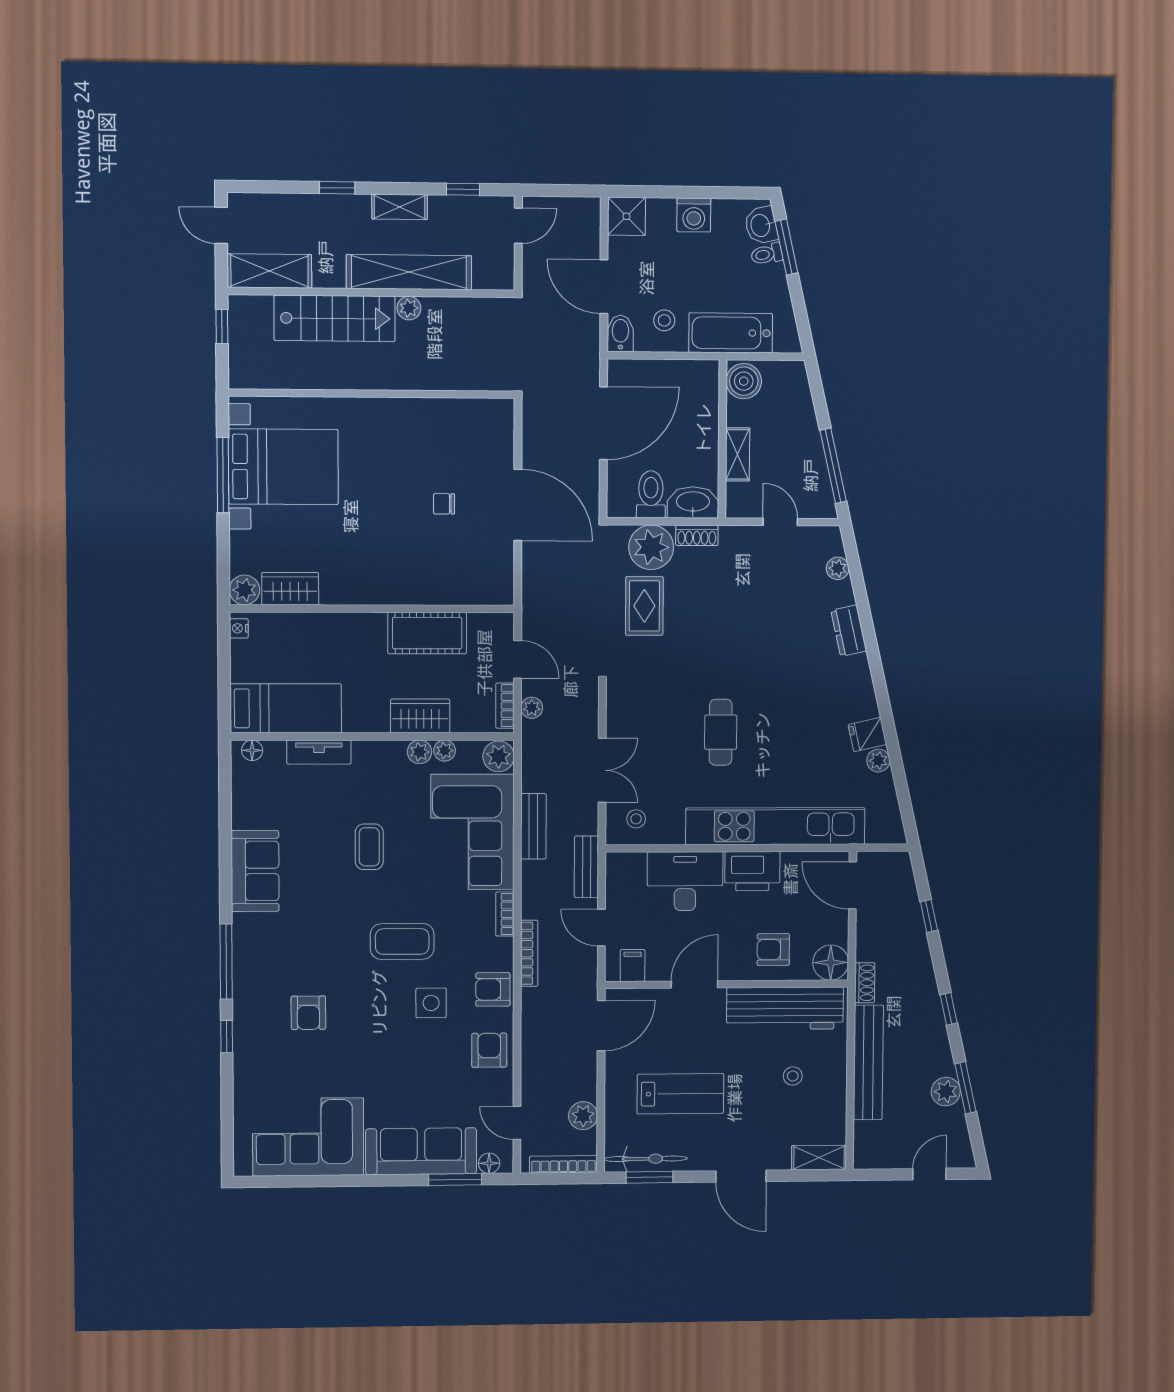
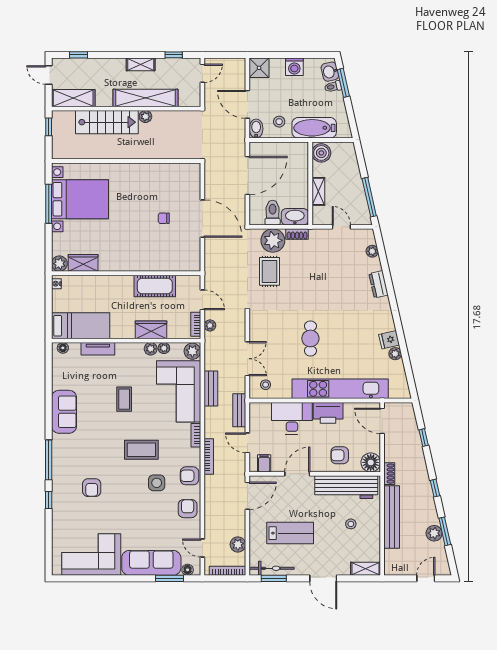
window: (337, 188) -> (78, 55), moved

